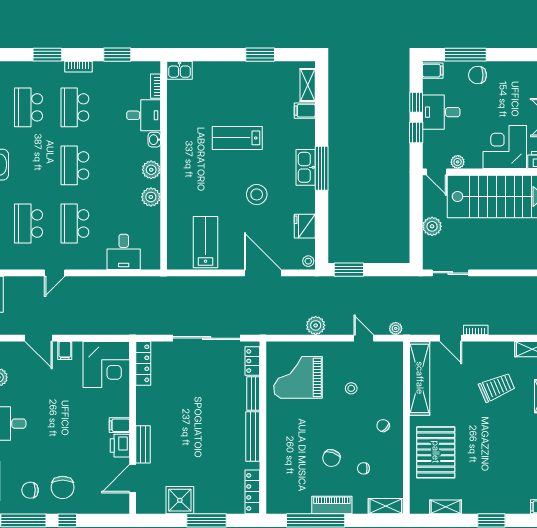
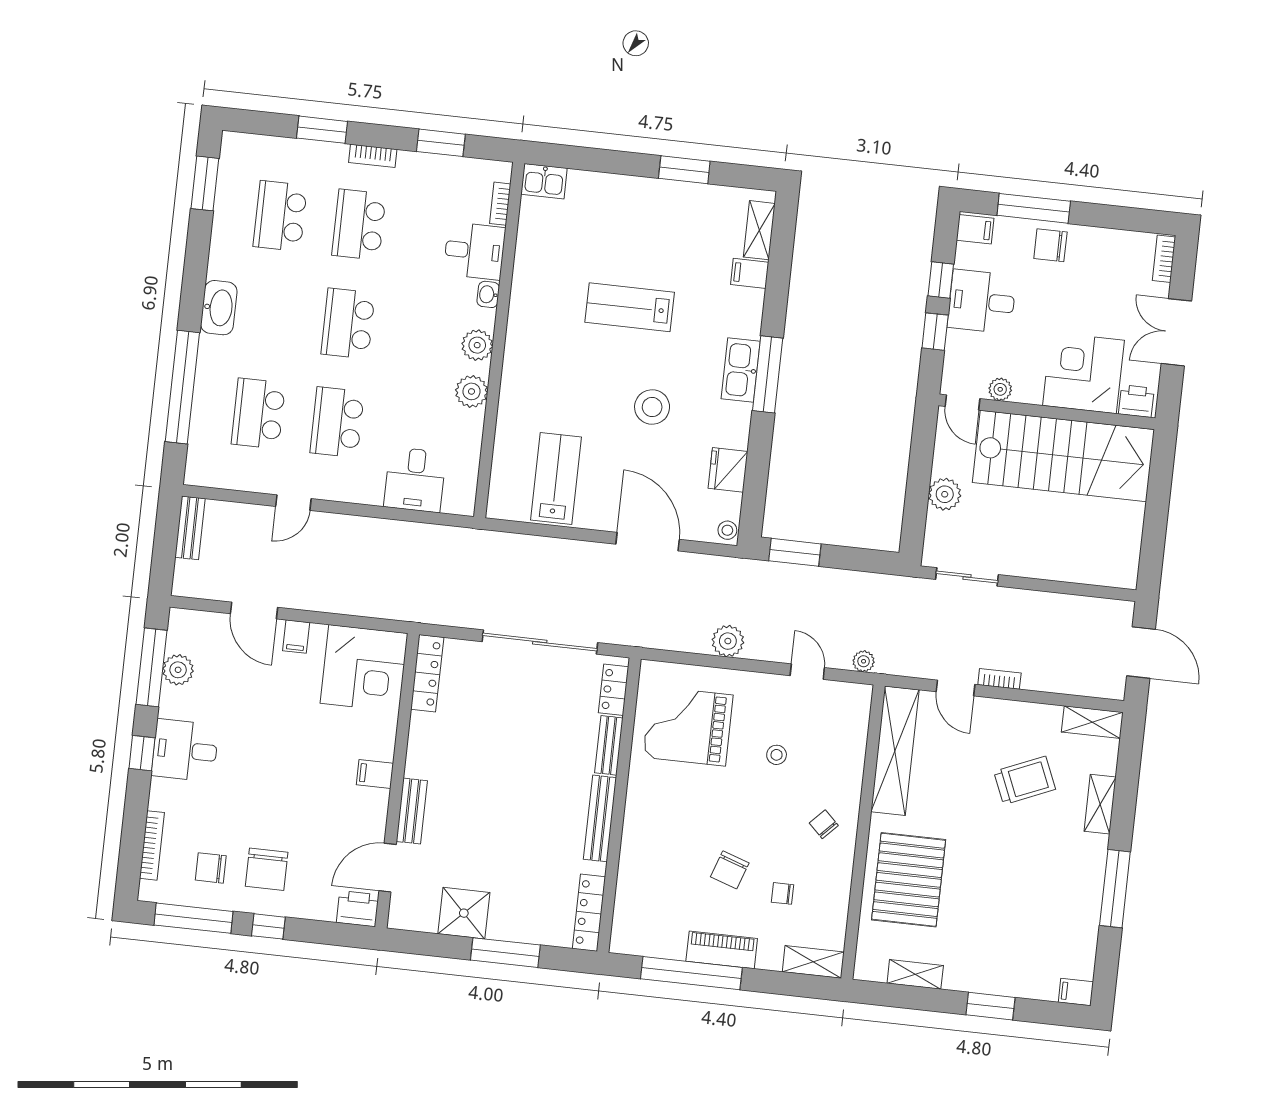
printer: (120, 446) -> (358, 909), moved, turned 90

